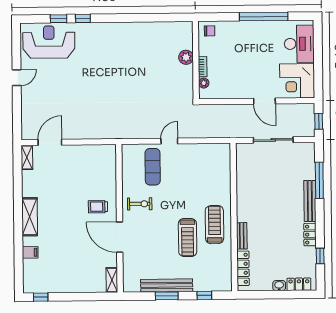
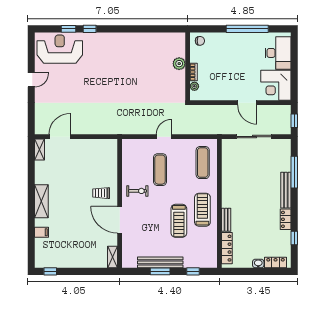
exercise mat: (153, 167) -> (160, 170), moved
exercise mat: (214, 170) -> (203, 163), added

